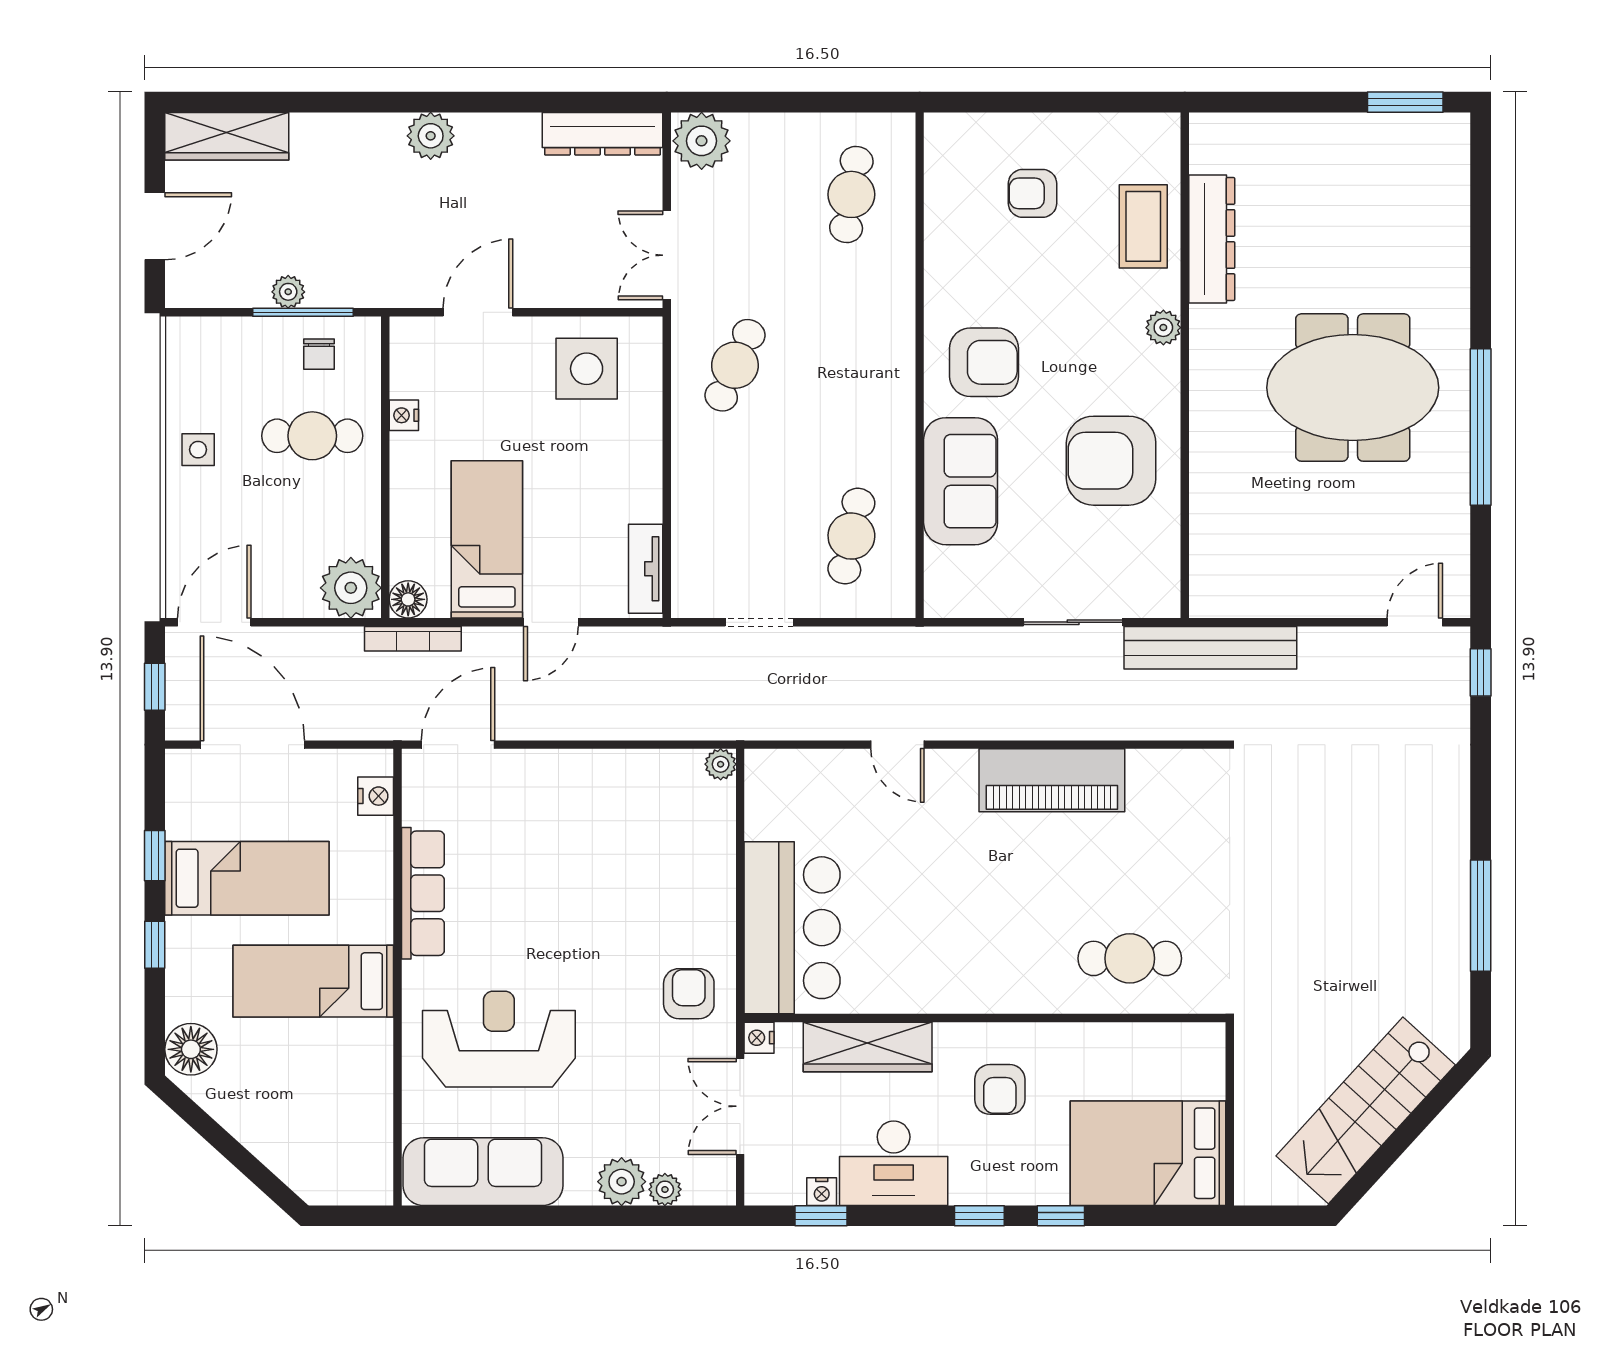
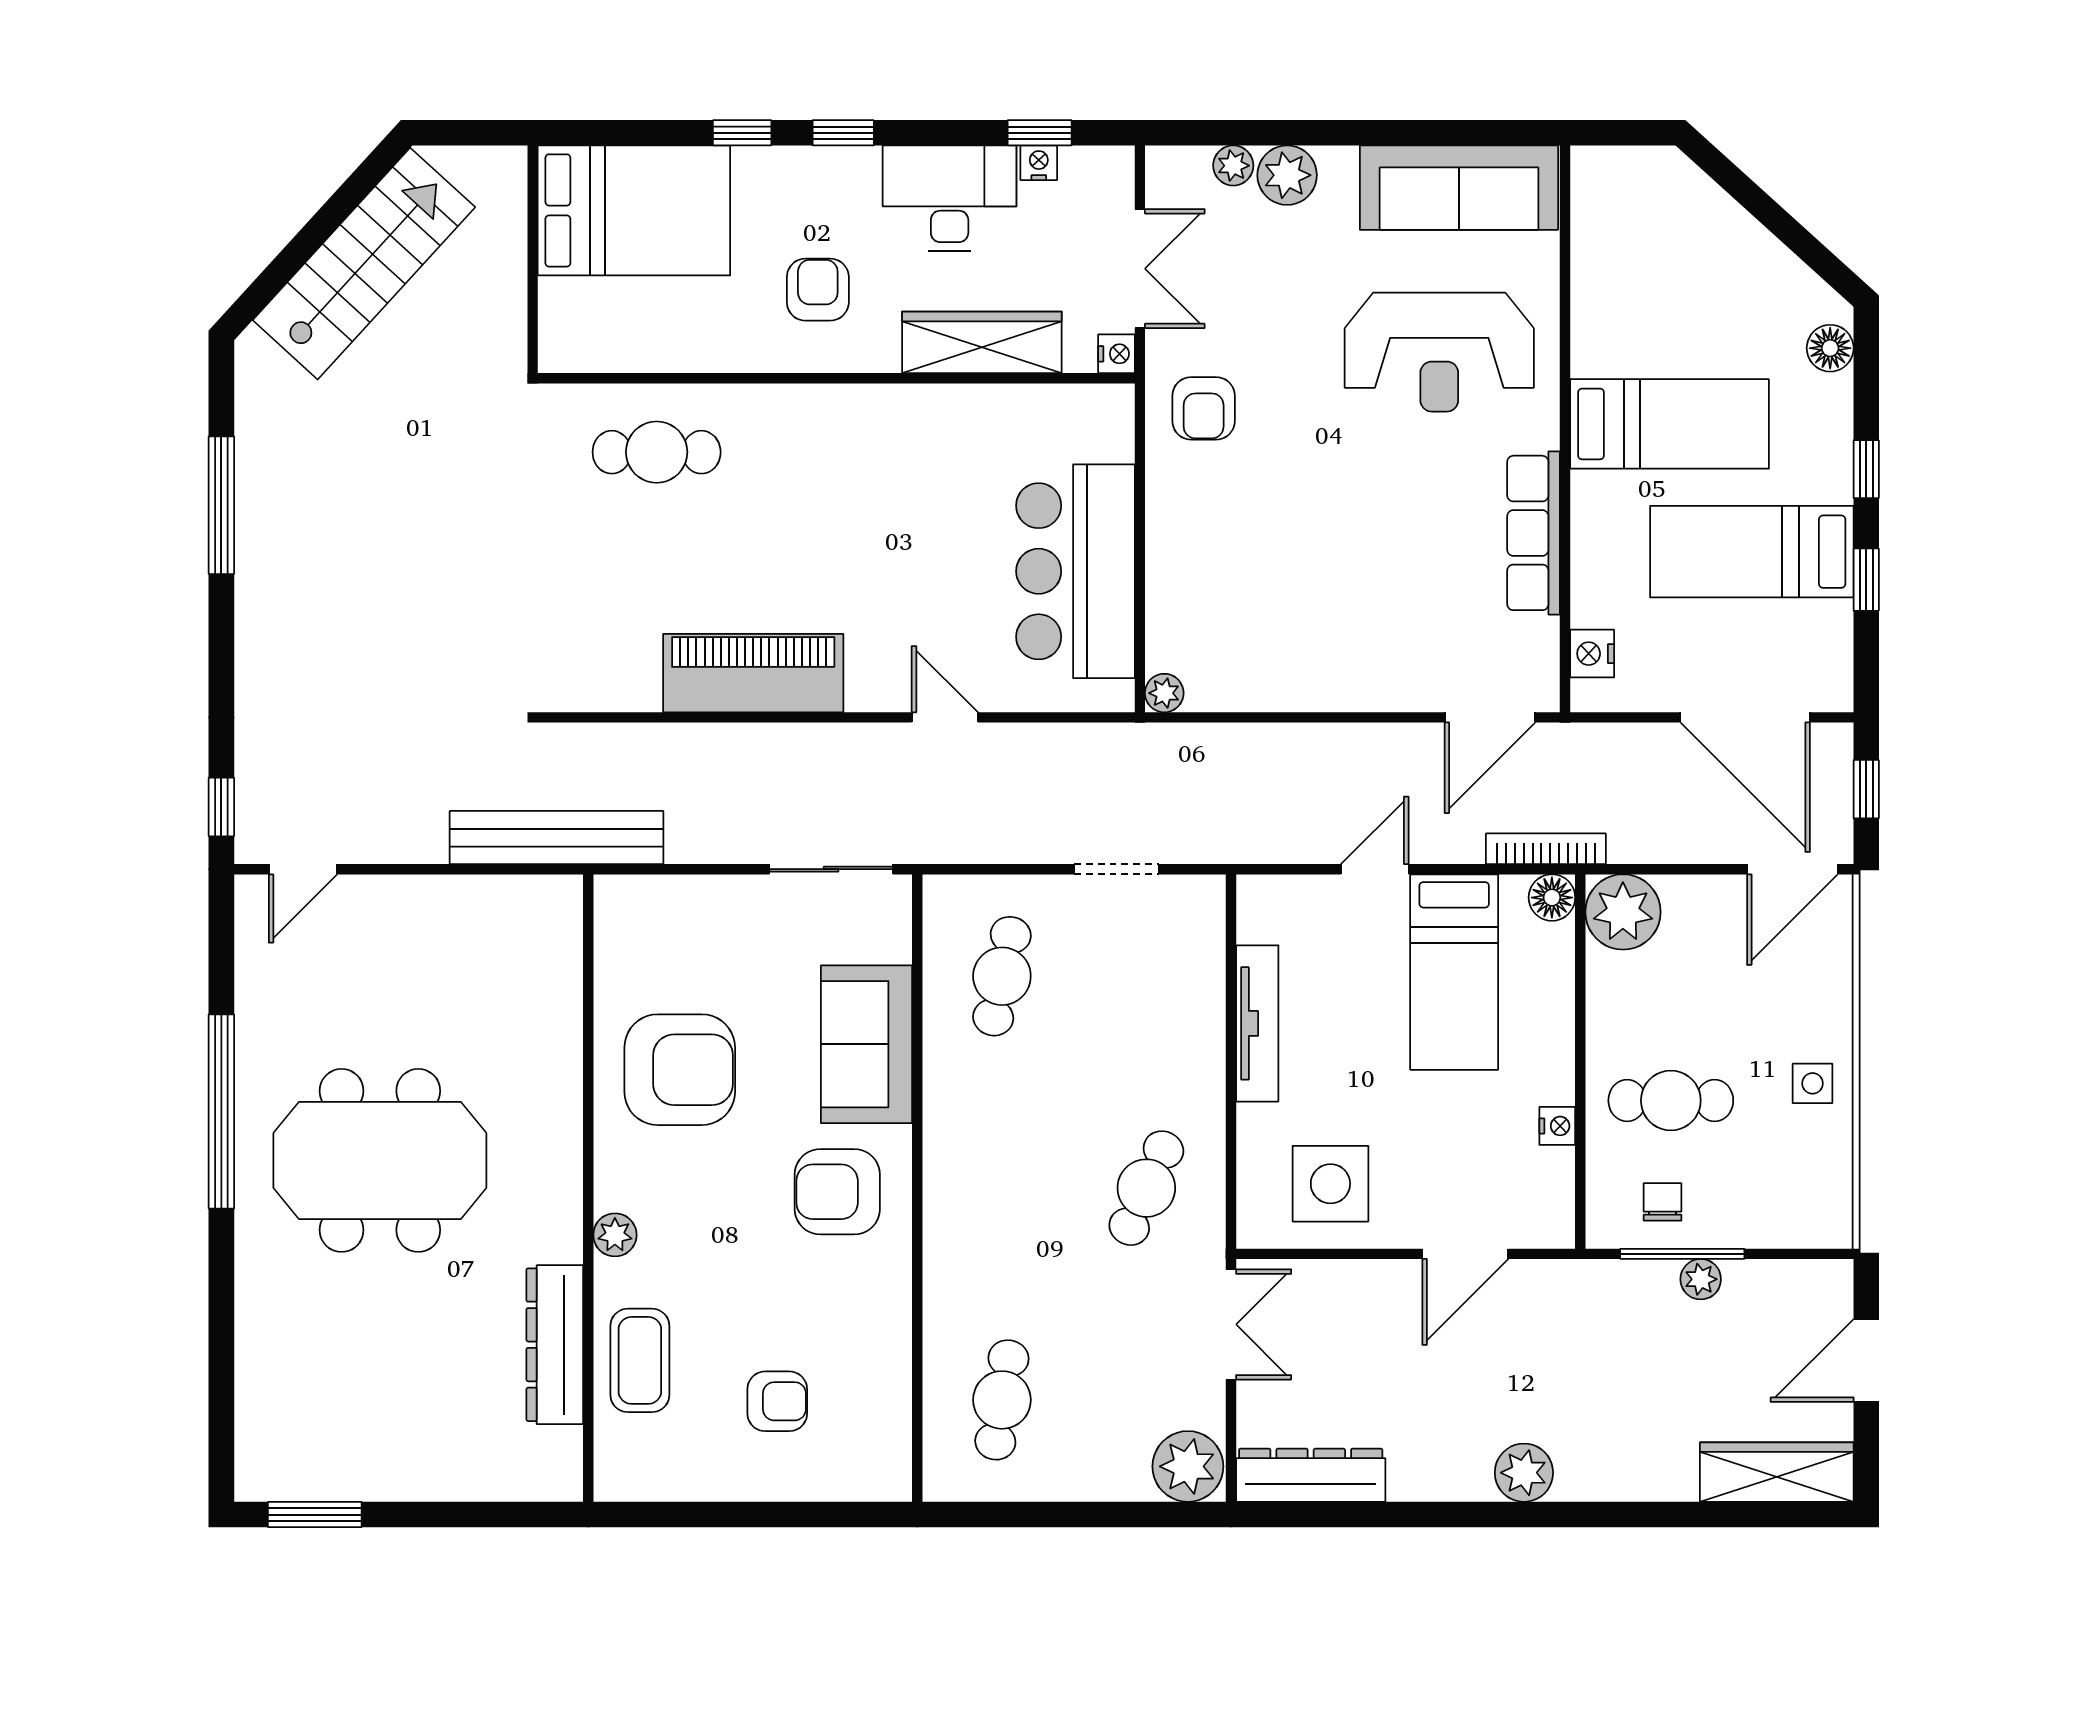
tv unit: (646, 569) -> (1257, 1023), moved, width x1.41
sliding door: (1073, 622) -> (831, 869), moved
bar counter: (792, 928) -> (1075, 571), moved
floor lamp: (191, 1049) -> (1830, 348), width x0.73, depth x0.73

